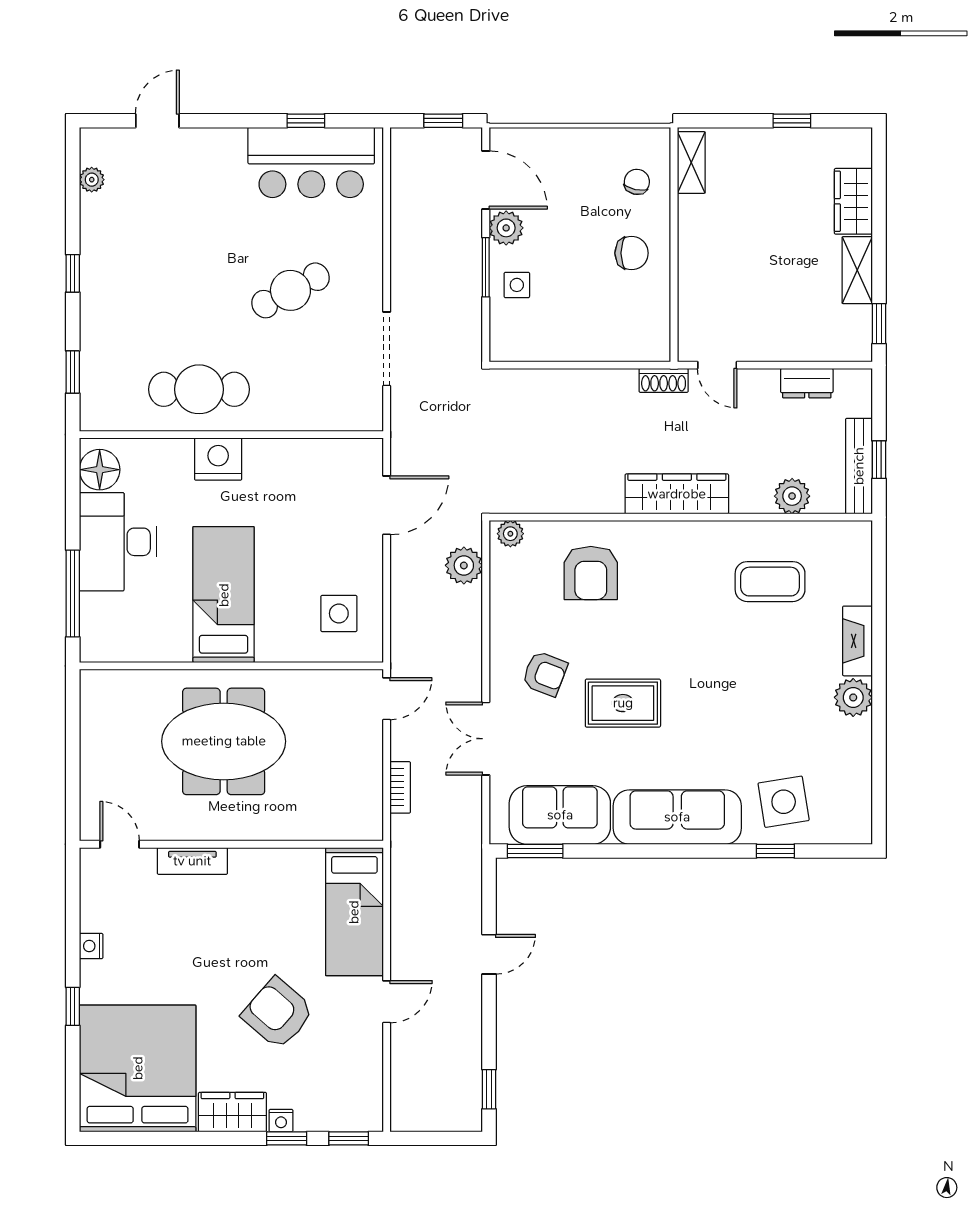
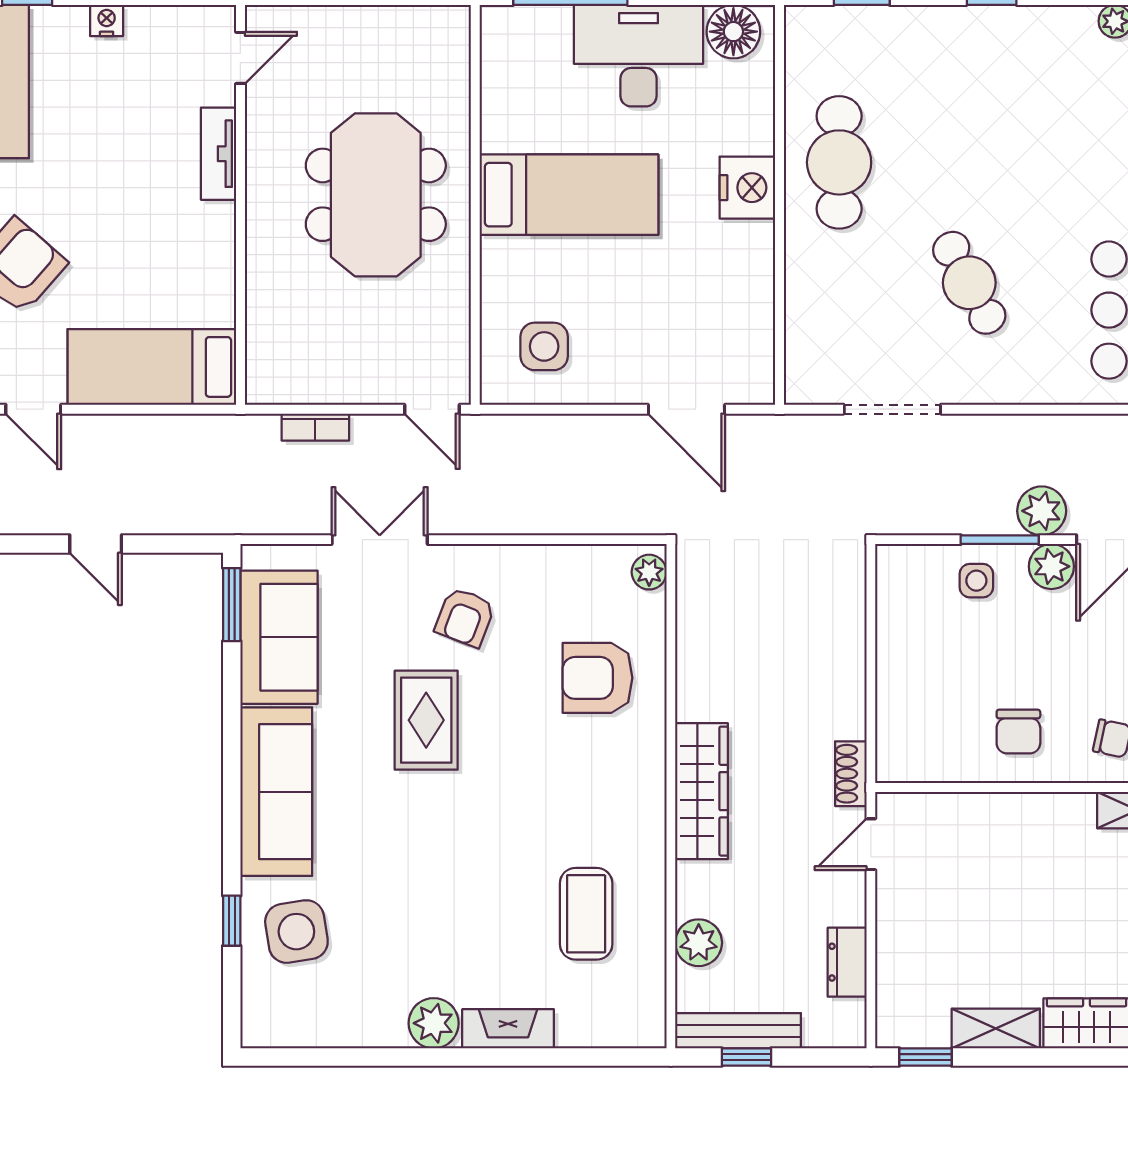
plant: (464, 565) -> (1042, 511), moved

